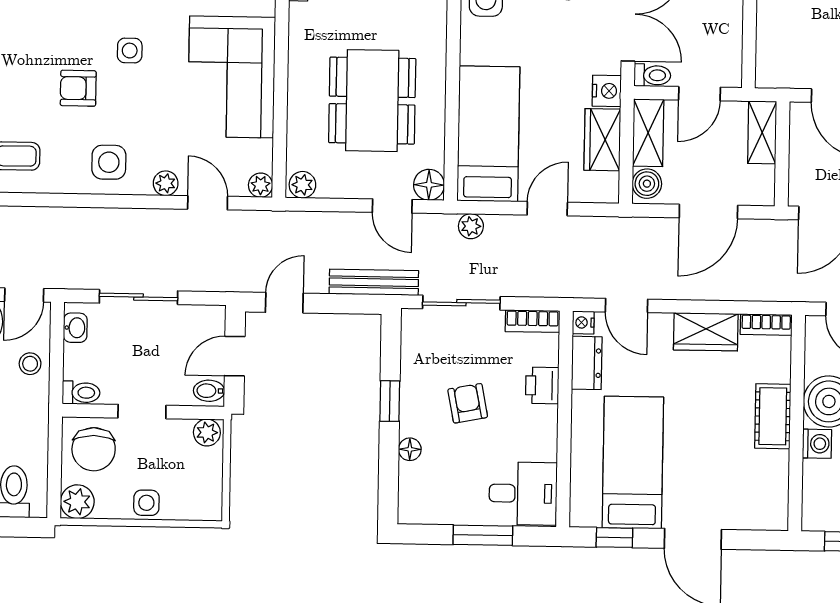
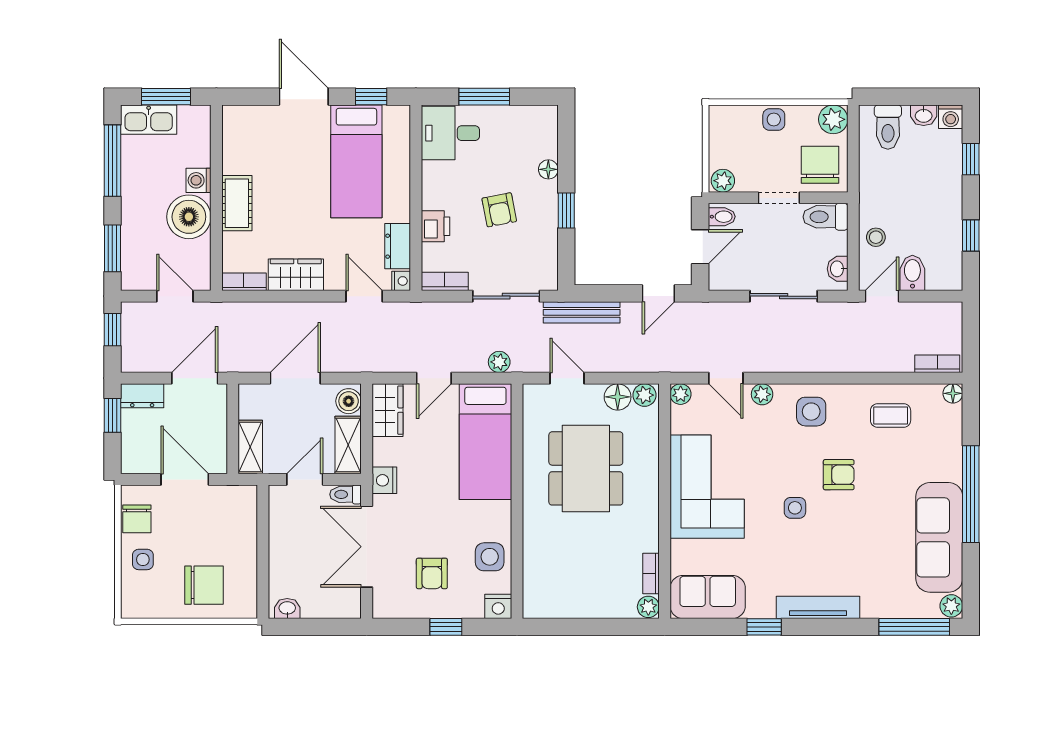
wardrobe: (602, 140) -> (387, 410), moved
floor lamp: (429, 185) -> (618, 397), moved
toilet: (81, 393) -> (825, 217), width x1.37, depth x1.39

